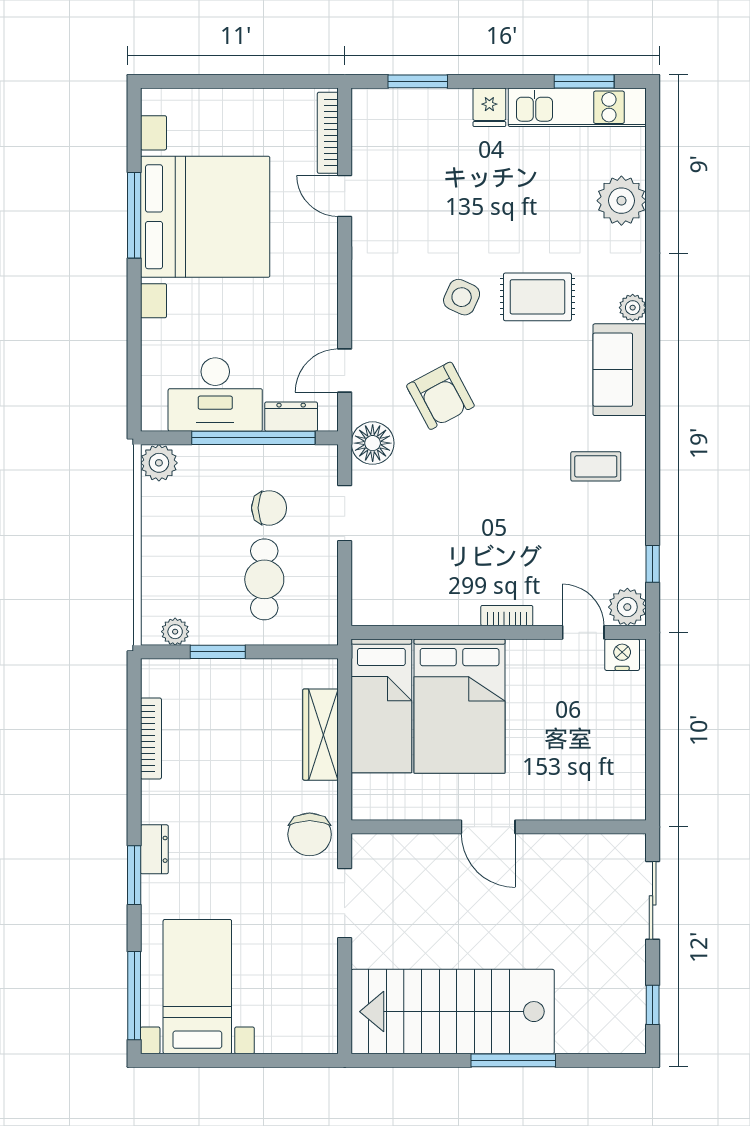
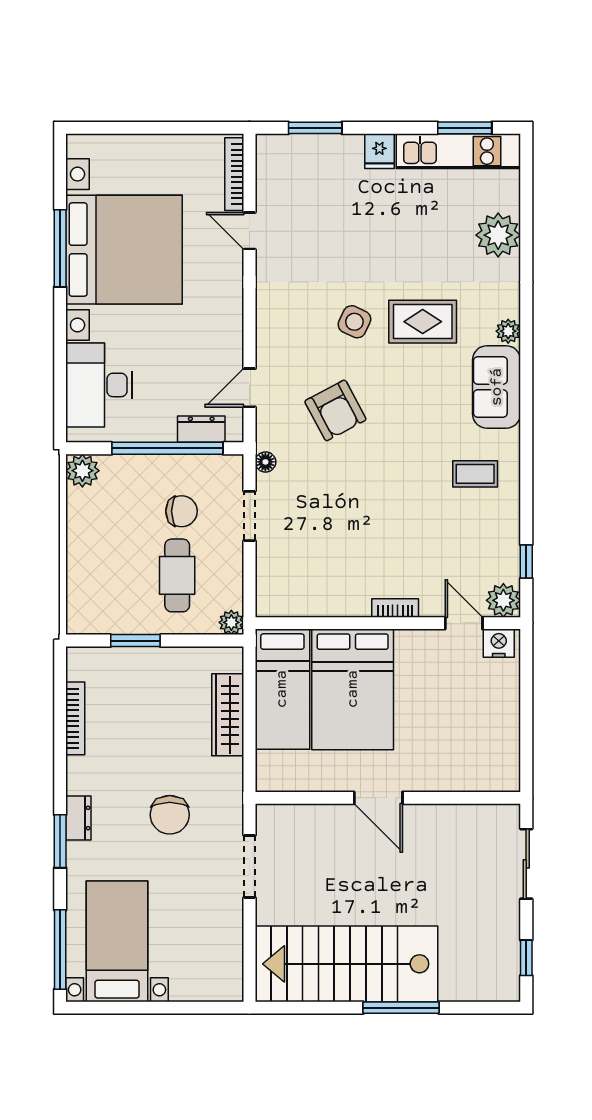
desk: (215, 395) -> (99, 385), moved, turned 90
floor lamp: (373, 443) -> (265, 462), width x0.53, depth x0.53
plant: (175, 632) -> (231, 622), moved
chair: (310, 834) -> (170, 815), moved

